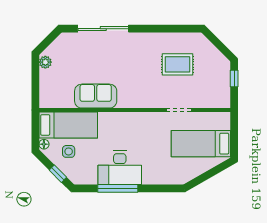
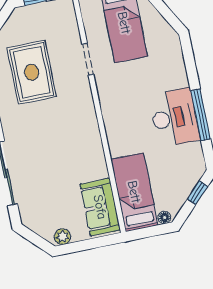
rug: (177, 64) -> (32, 72), width x1.36, depth x1.43
sofa: (96, 96) -> (100, 207), moved
side table: (69, 151) -> (167, 185), removed

